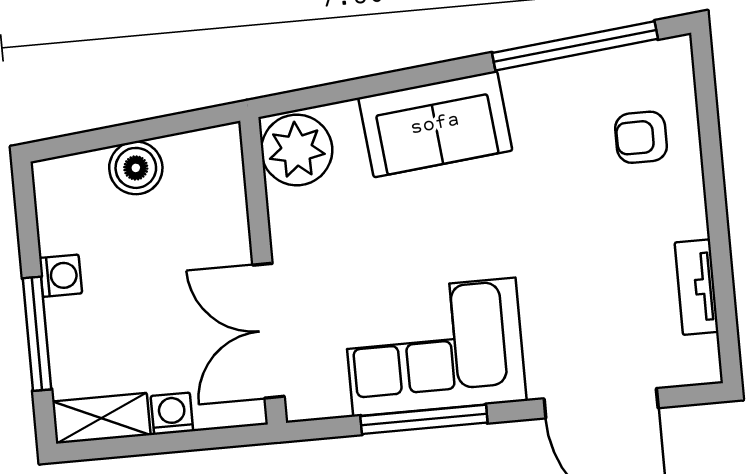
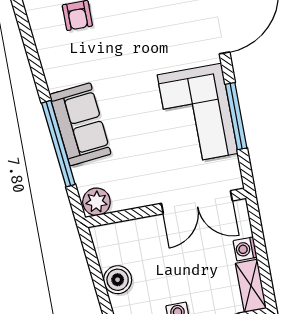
window: (575, 46) -> (58, 144), moved
plant: (297, 150) -> (96, 202), width x0.73, depth x0.73

